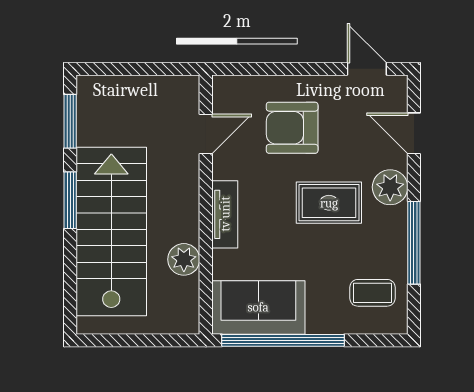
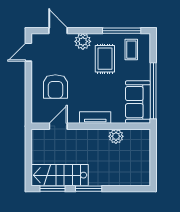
door: (414, 133) -> (58, 31), swing flipped
door: (206, 134) -> (58, 126), hinge flipped
rug: (329, 203) -> (105, 59), moved
stairs: (111, 232) -> (60, 175), moved, width x0.73, depth x0.66
window: (414, 243) -> (122, 31), moved

